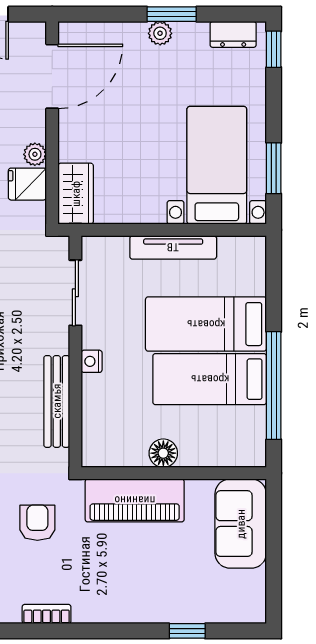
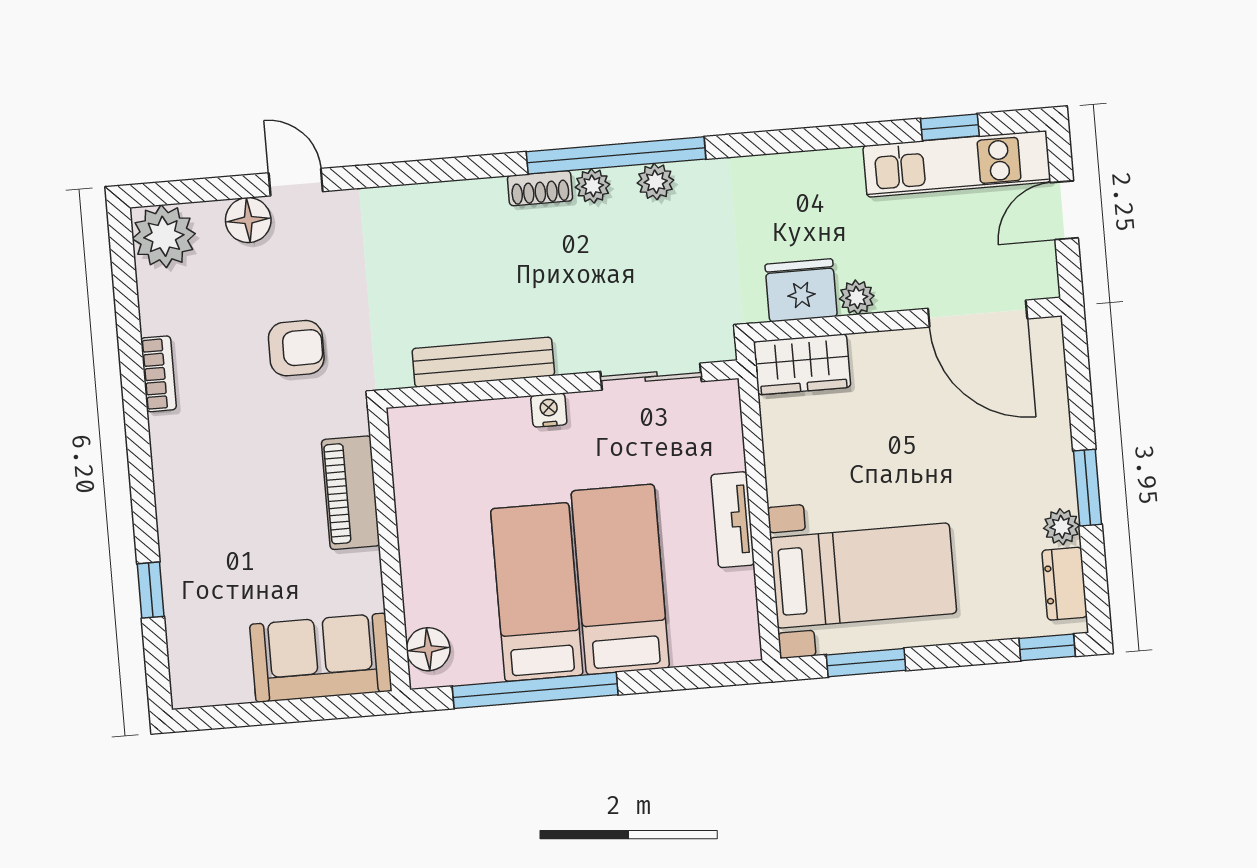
plant: (160, 33) -> (1062, 527), moved
fridge: (27, 184) -> (801, 290), width x1.38
tv unit: (173, 247) -> (733, 520), width x0.71
floor lamp: (163, 453) -> (428, 649), moved
piano: (135, 500) -> (351, 493), width x0.73, depth x0.75

